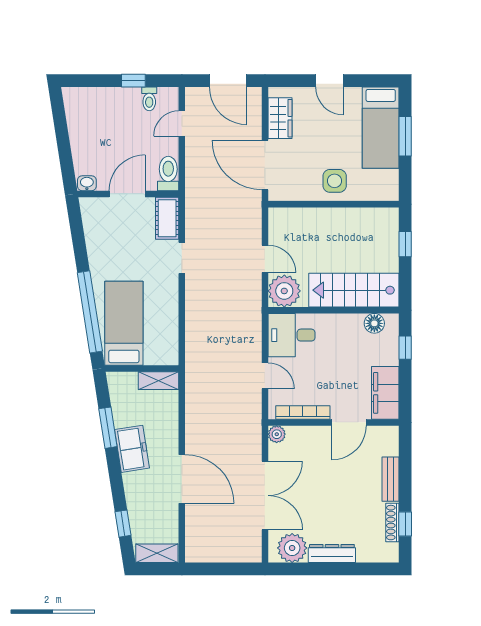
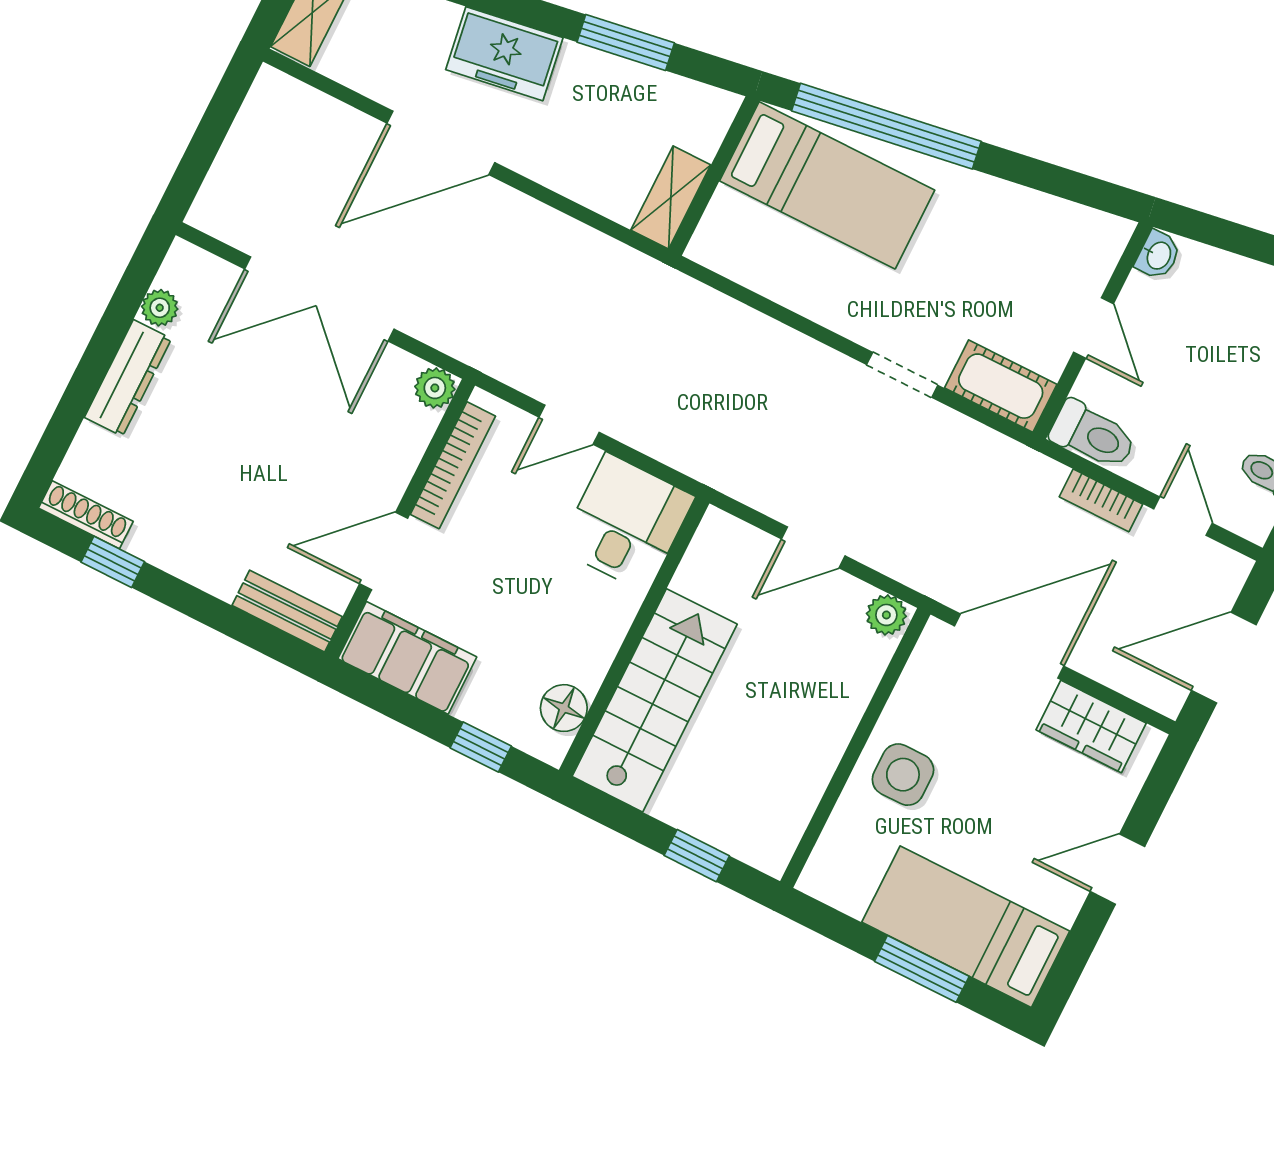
bookcase: (192, 158) -> (1101, 500), added
door: (127, 194) -> (1094, 328), width x0.73
plant: (284, 291) -> (886, 615), moved, width x0.53, depth x0.53
door: (349, 422) -> (384, 551), hinge flipped
freezer: (132, 449) -> (504, 54), moved
bench: (390, 479) -> (287, 611), moved
shoe rack: (392, 523) -> (86, 515), moved
plant: (292, 548) -> (160, 308), width x0.53, depth x0.53

